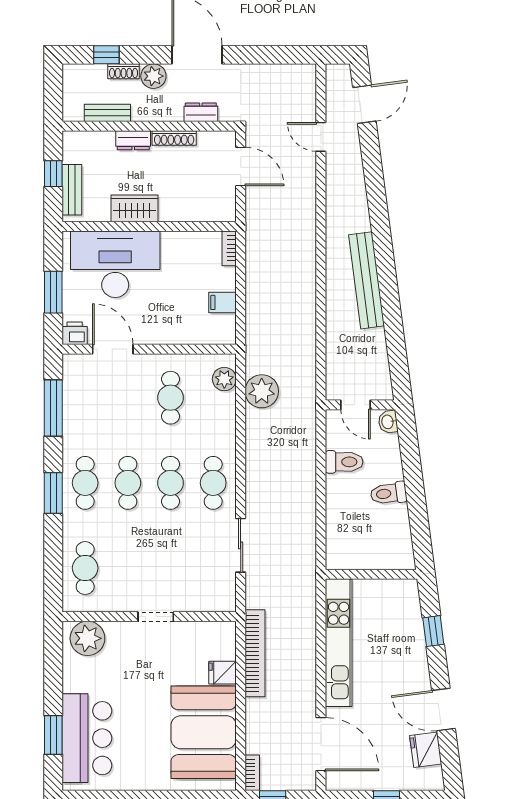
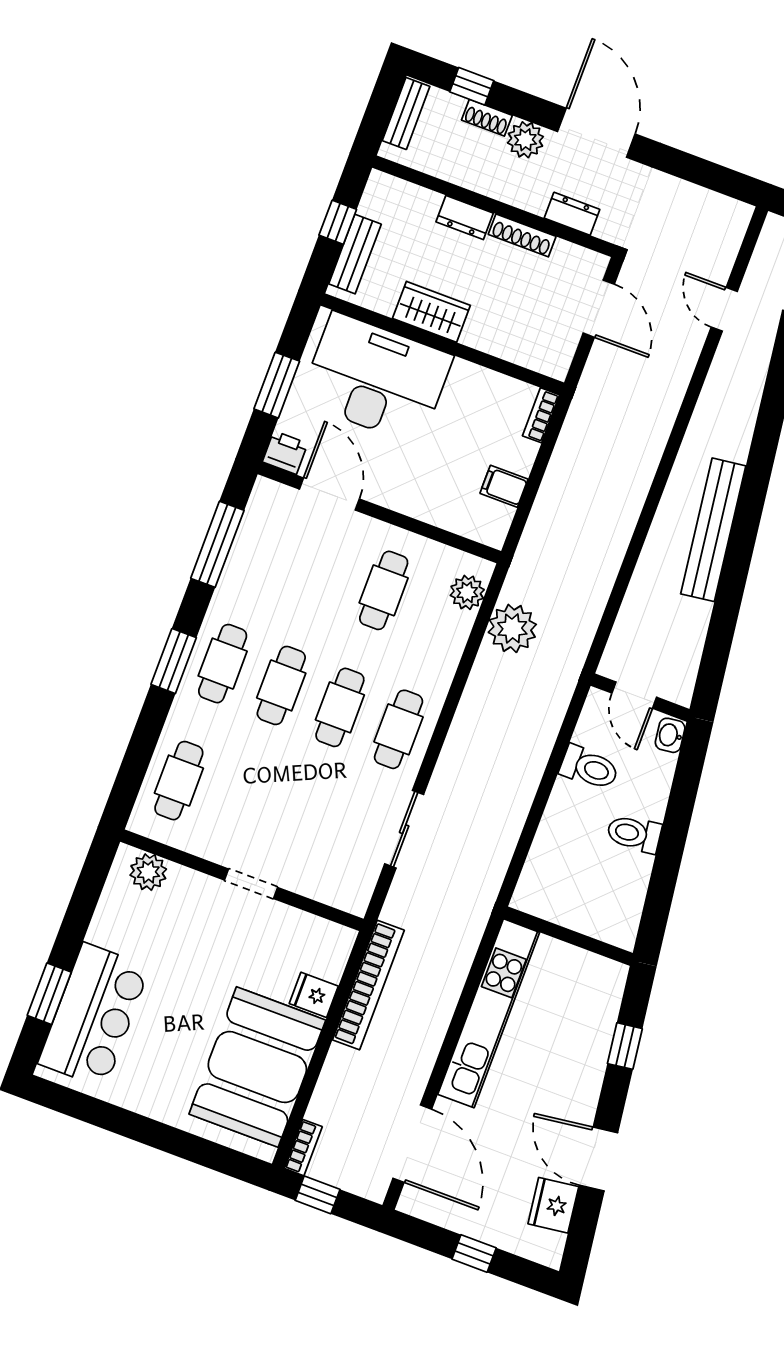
bench: (107, 113) -> (406, 114), moved, turned 90
plant: (87, 638) -> (148, 872), width x0.73, depth x0.73

